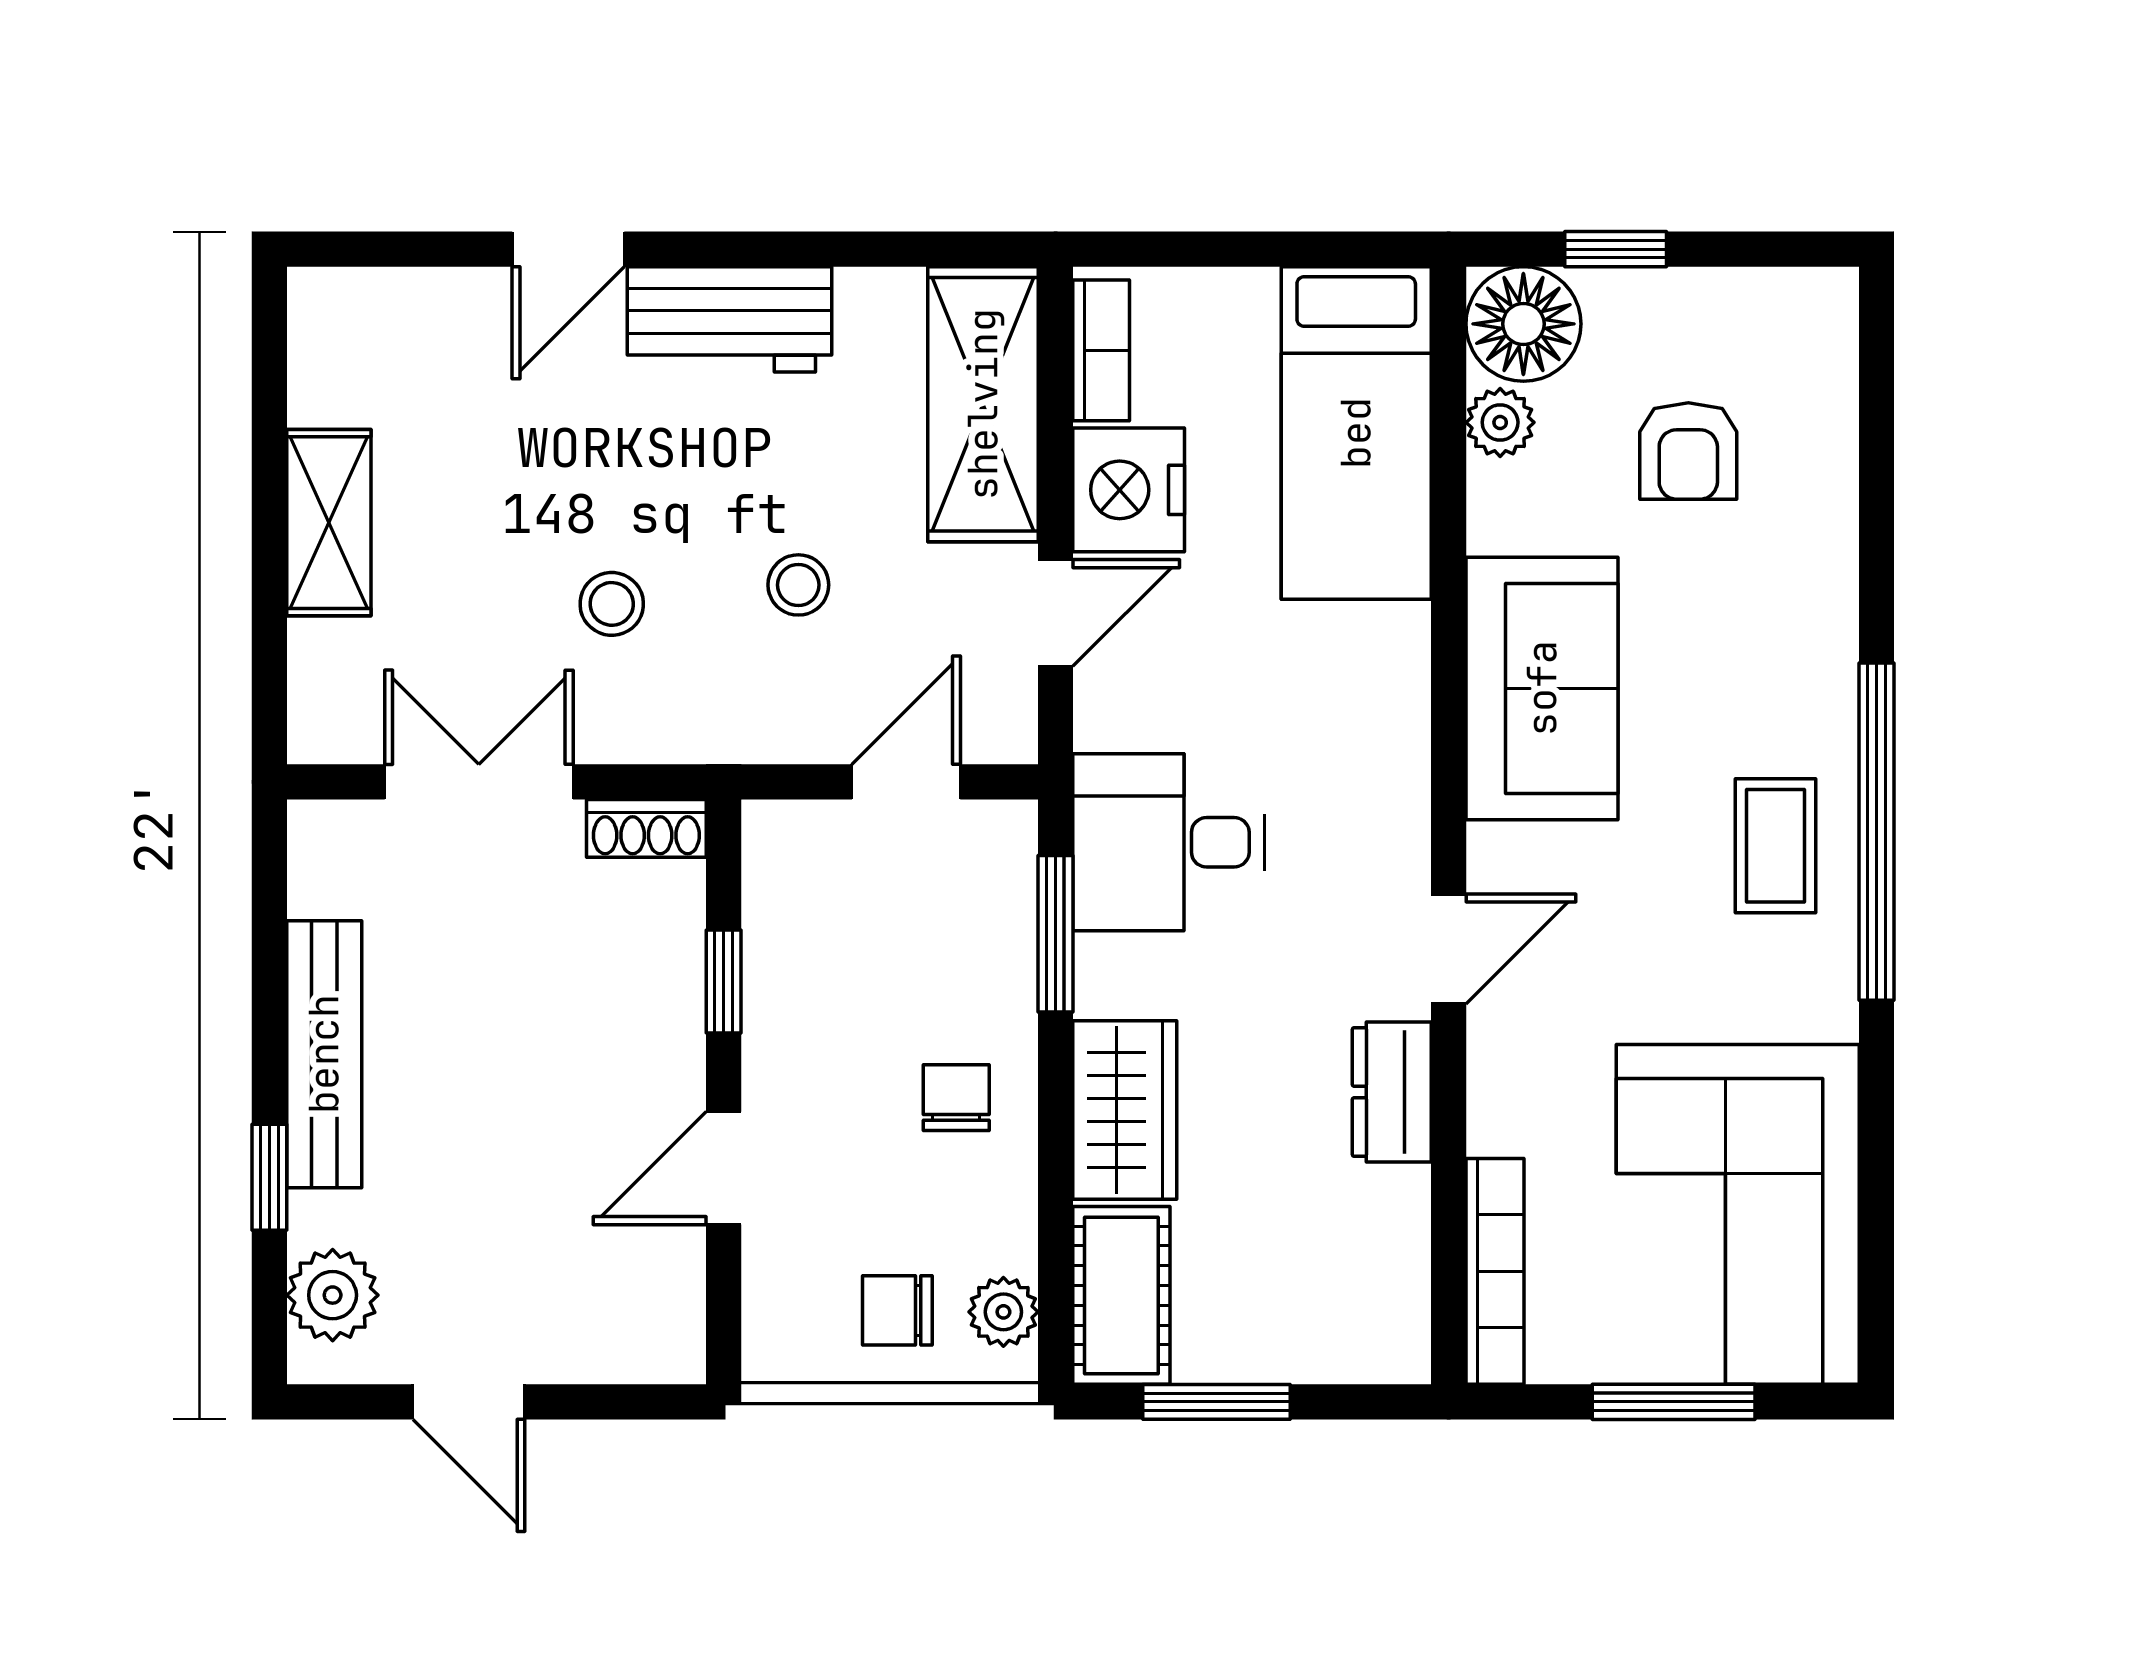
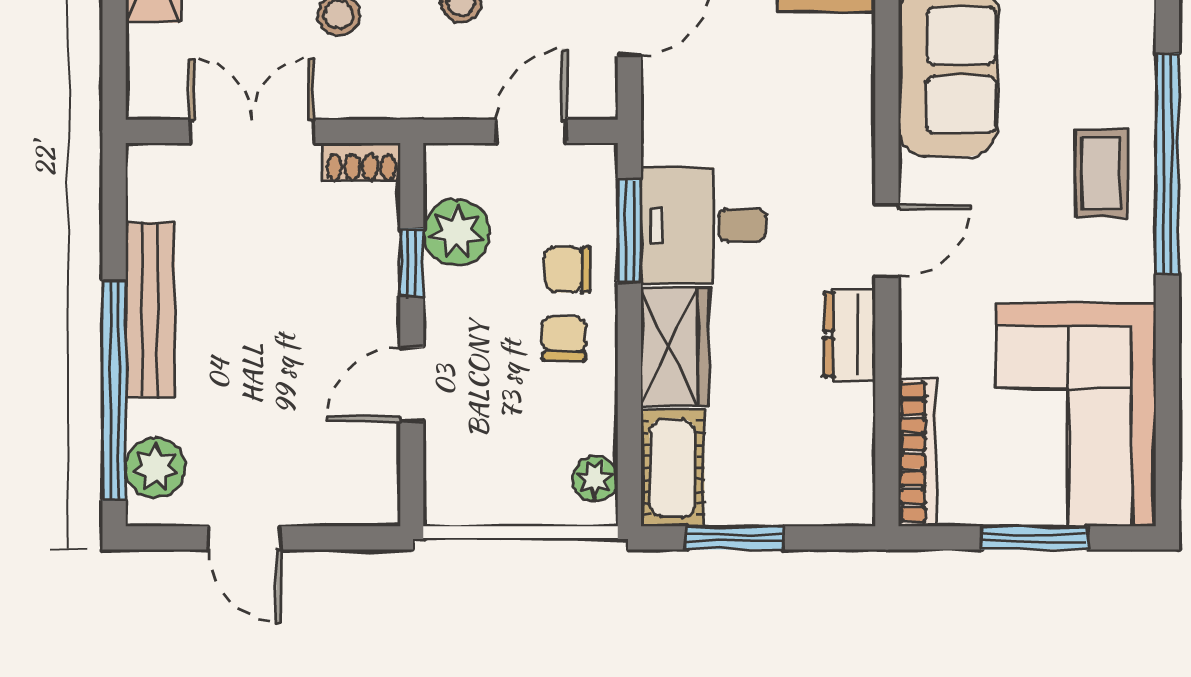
desk: (1169, 842) -> (703, 225), moved
plant: (792, 936) -> (457, 232), added
window: (269, 1177) -> (114, 390), width x3.17
chair: (897, 1310) -> (567, 270), moved

